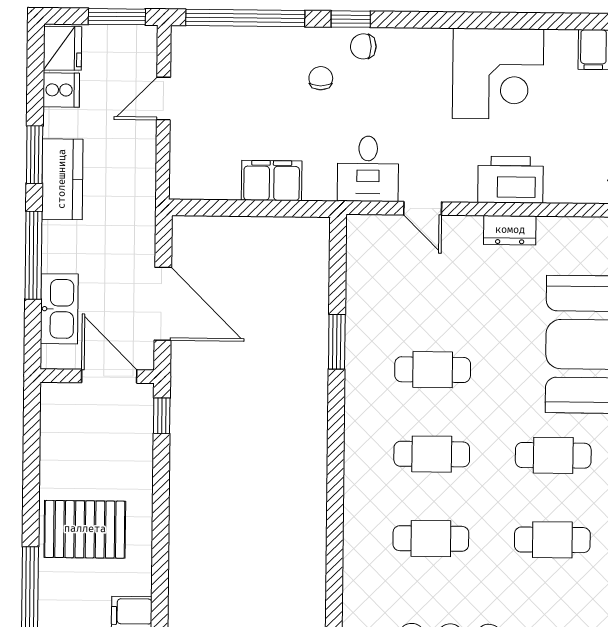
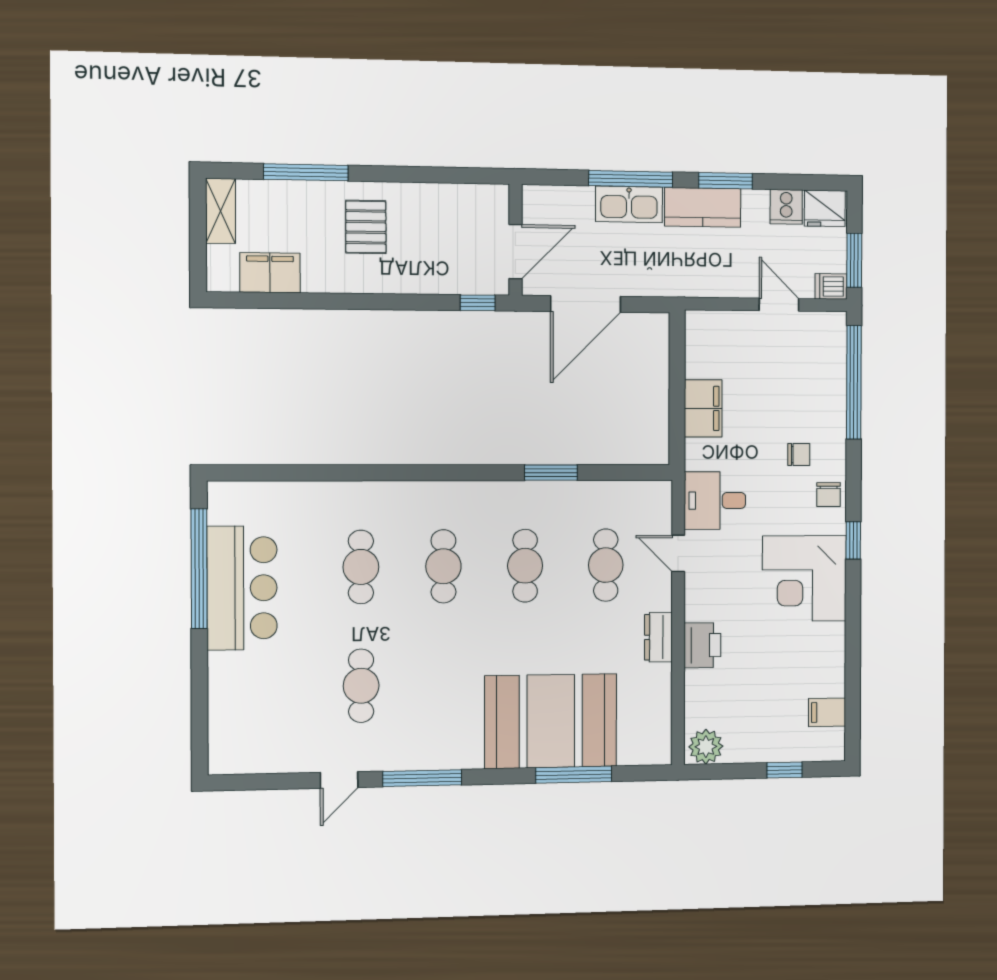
window: (351, 19) -> (853, 540), moved
dishwasher: (144, 42) -> (831, 286), added
chair: (363, 46) -> (828, 495), turned 180
corner desk: (498, 74) -> (804, 578), moved
printer: (510, 180) -> (702, 645), width x0.73, depth x0.84
door: (423, 208) -> (678, 553), hinge flipped
kitchen sink: (59, 309) -> (629, 204), moved
cafe table: (553, 455) -> (606, 565), moved
pallet: (85, 529) -> (366, 227), width x0.67, depth x0.71

